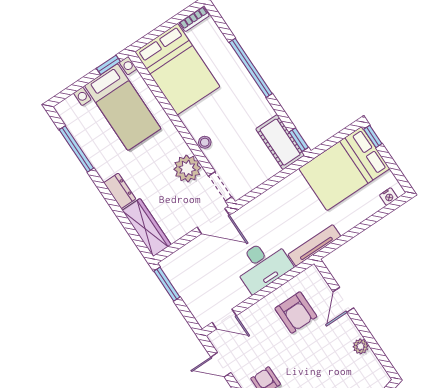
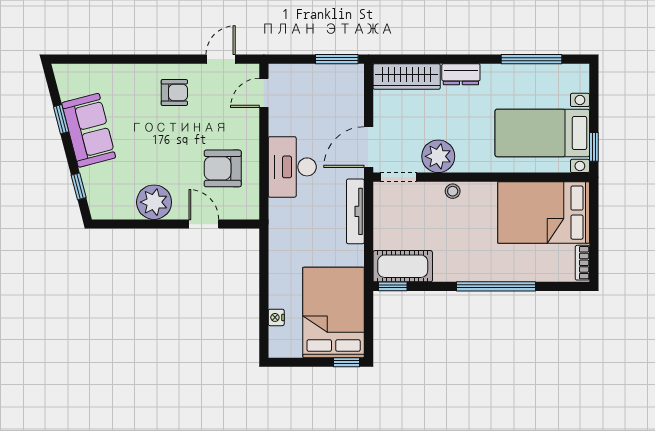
nightstand: (389, 197) -> (276, 317), moved
tv unit: (314, 245) -> (355, 211), moved, turned 180
plant: (361, 346) -> (154, 202), width x1.88, depth x1.88

